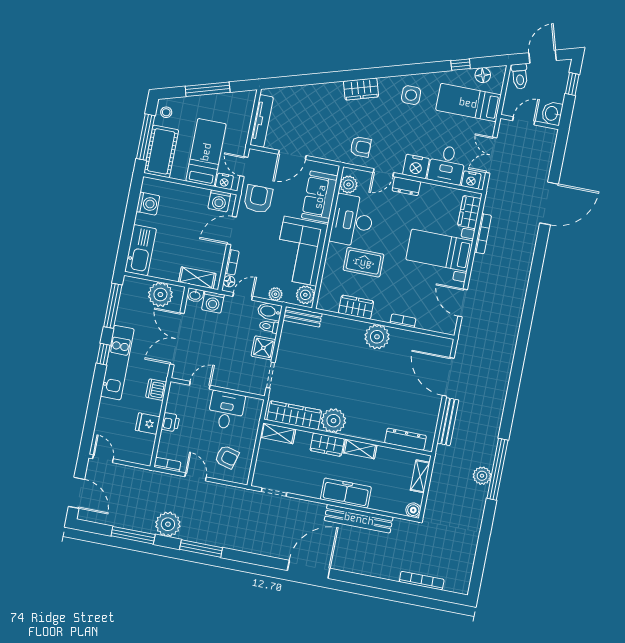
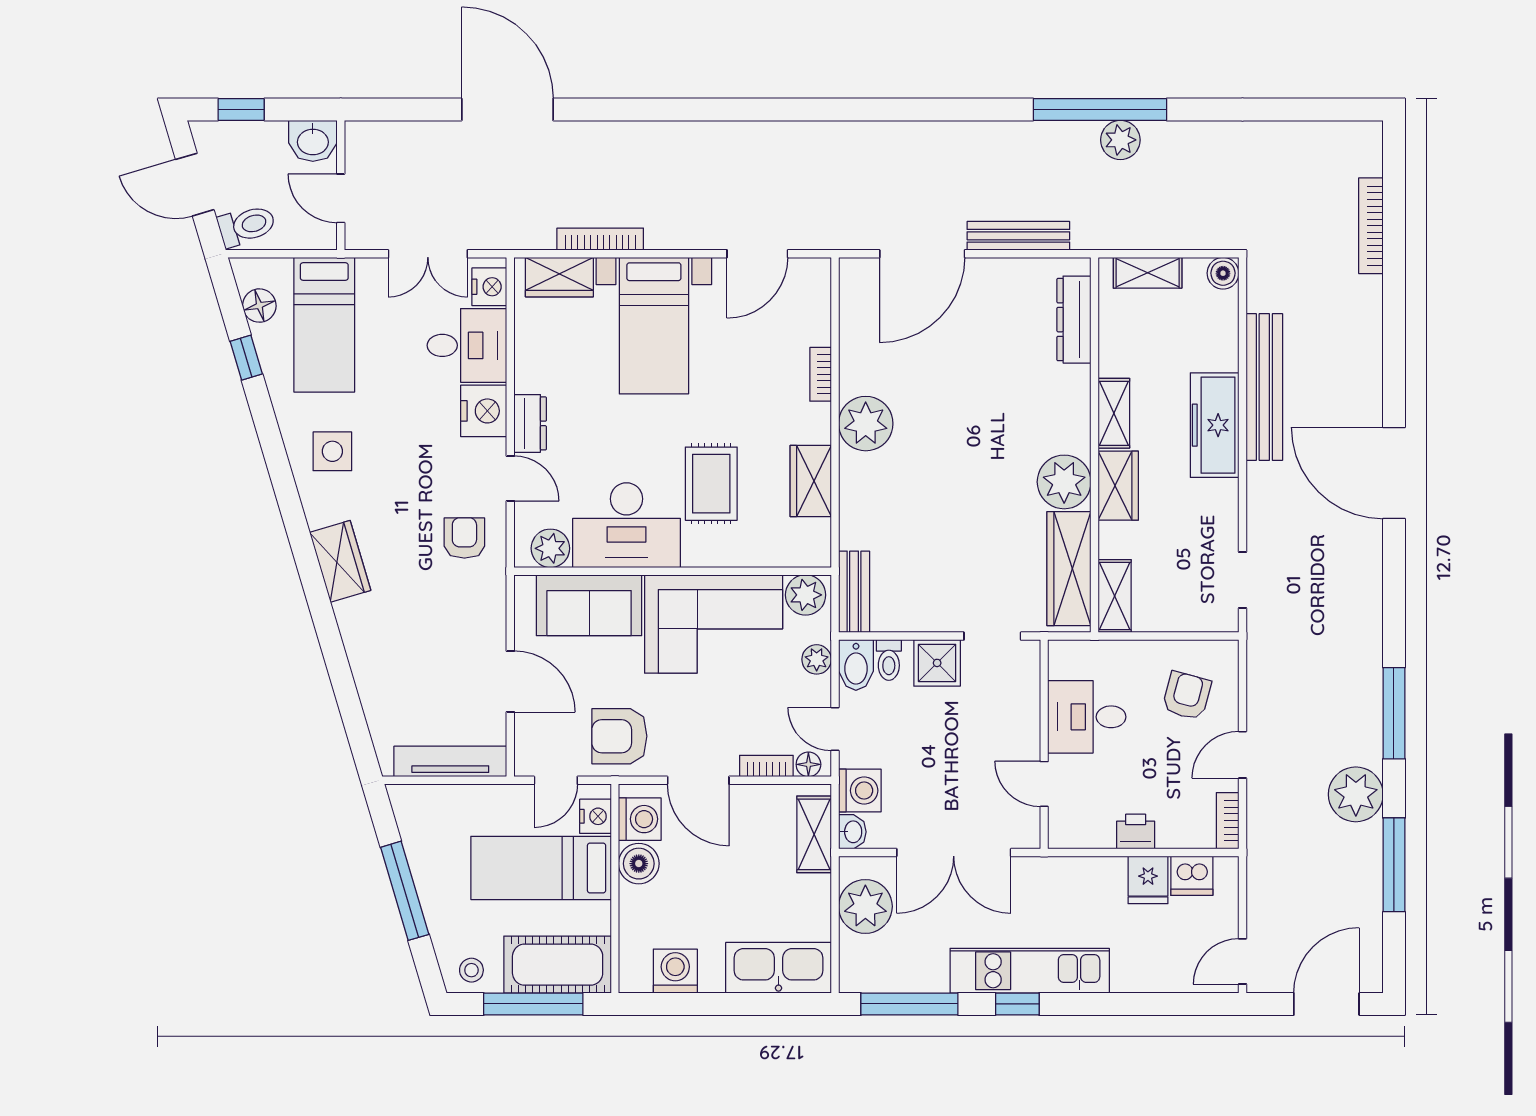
boiler: (199, 197) -> (639, 864), added
dishwasher: (156, 390) -> (1192, 876), moved

